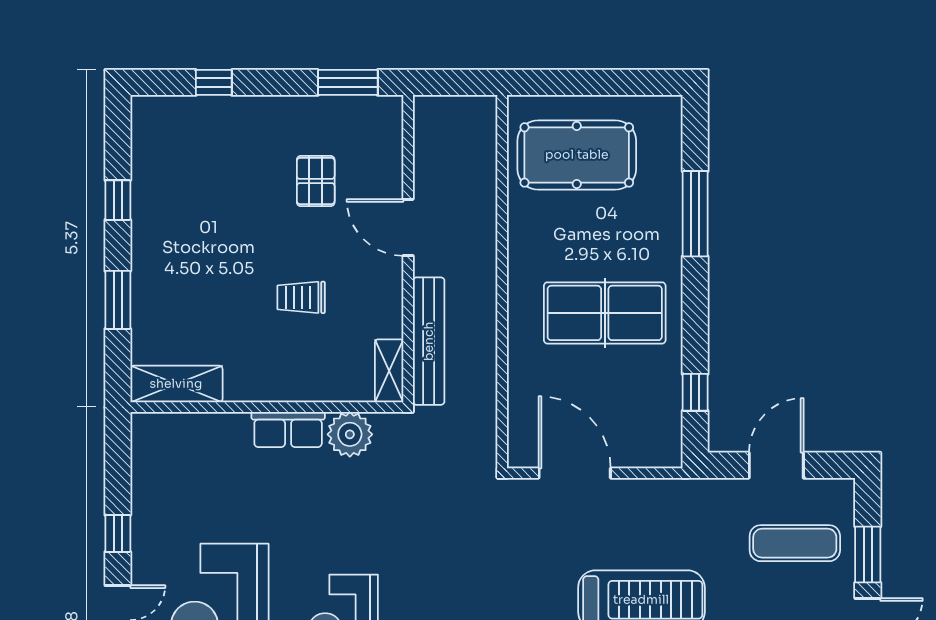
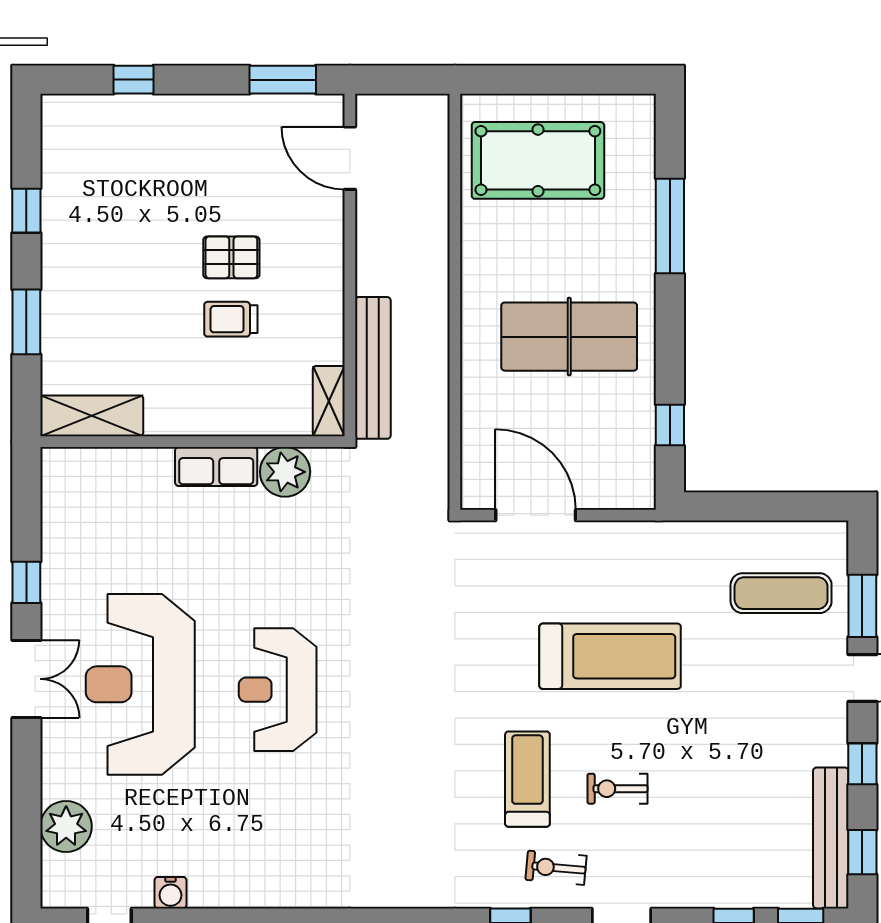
pallet: (316, 181) -> (231, 257), moved, turned 90
door: (408, 227) -> (350, 158), moved
door: (776, 465) -> (760, 506), removed

